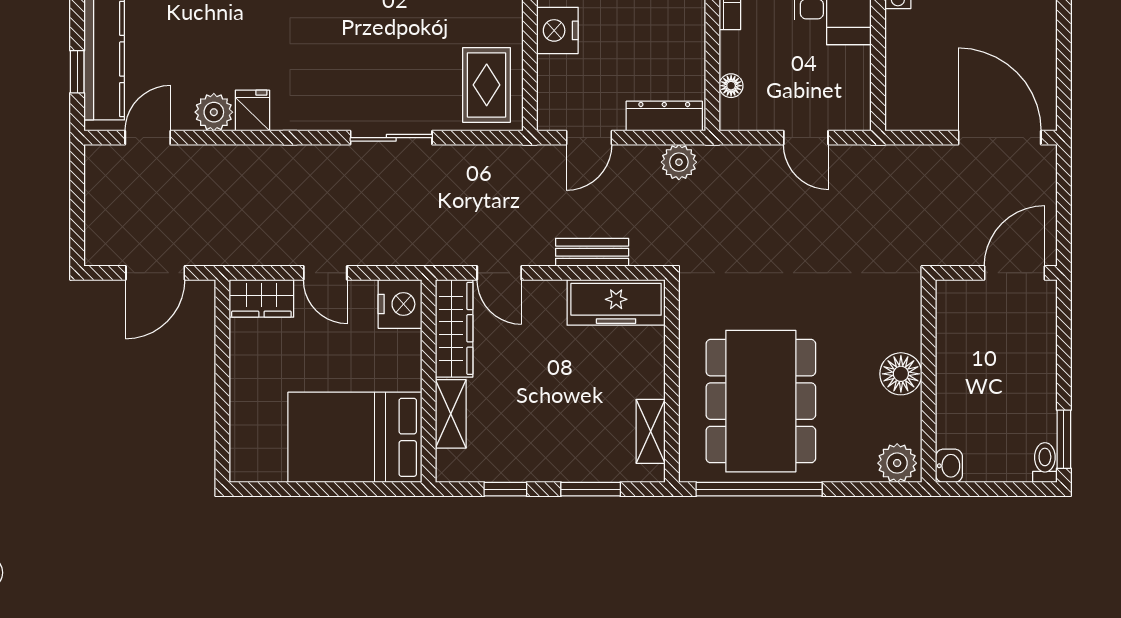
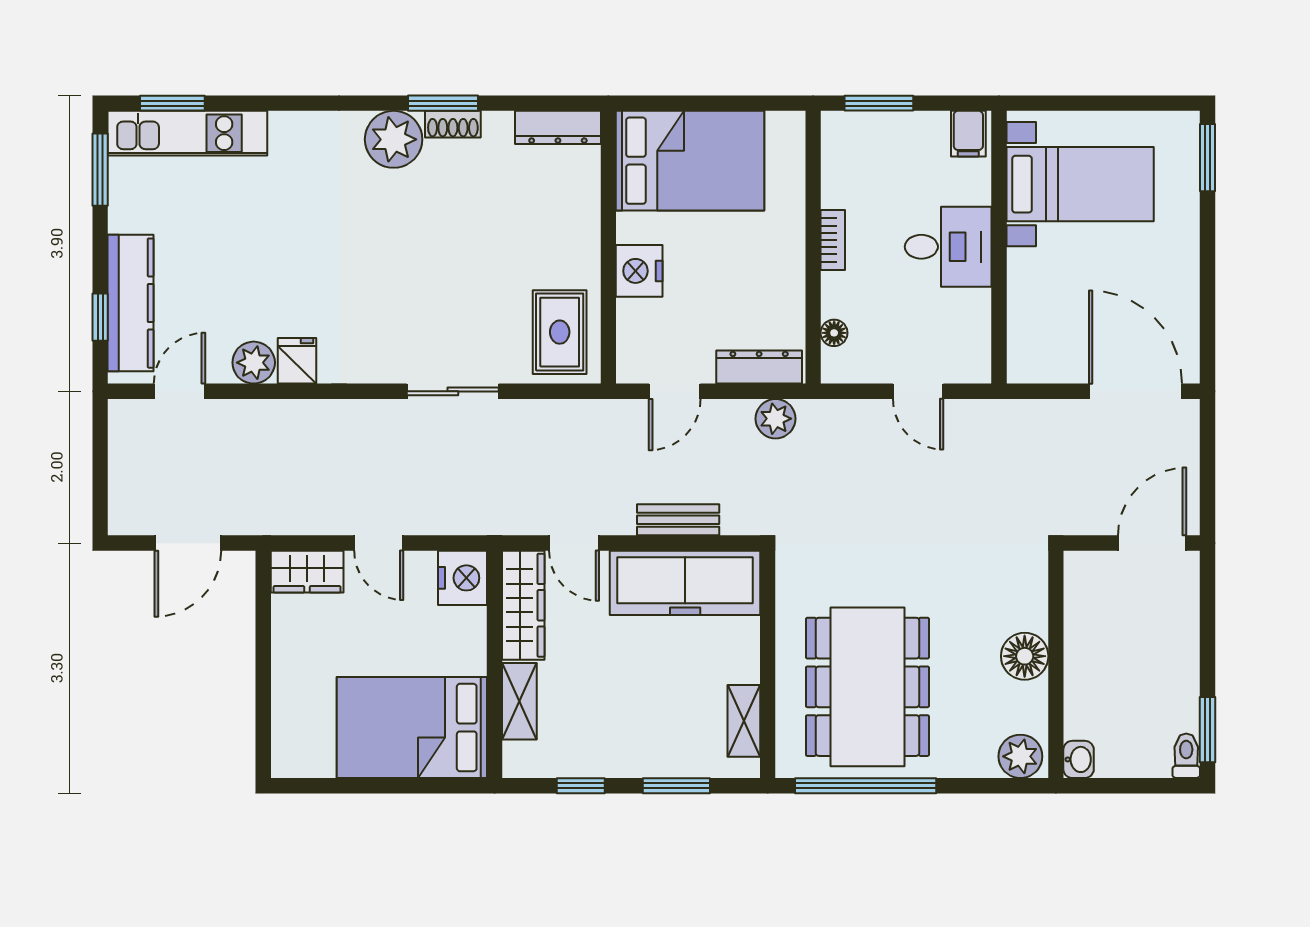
freezer: (616, 302) -> (685, 583), width x1.36, depth x1.26

